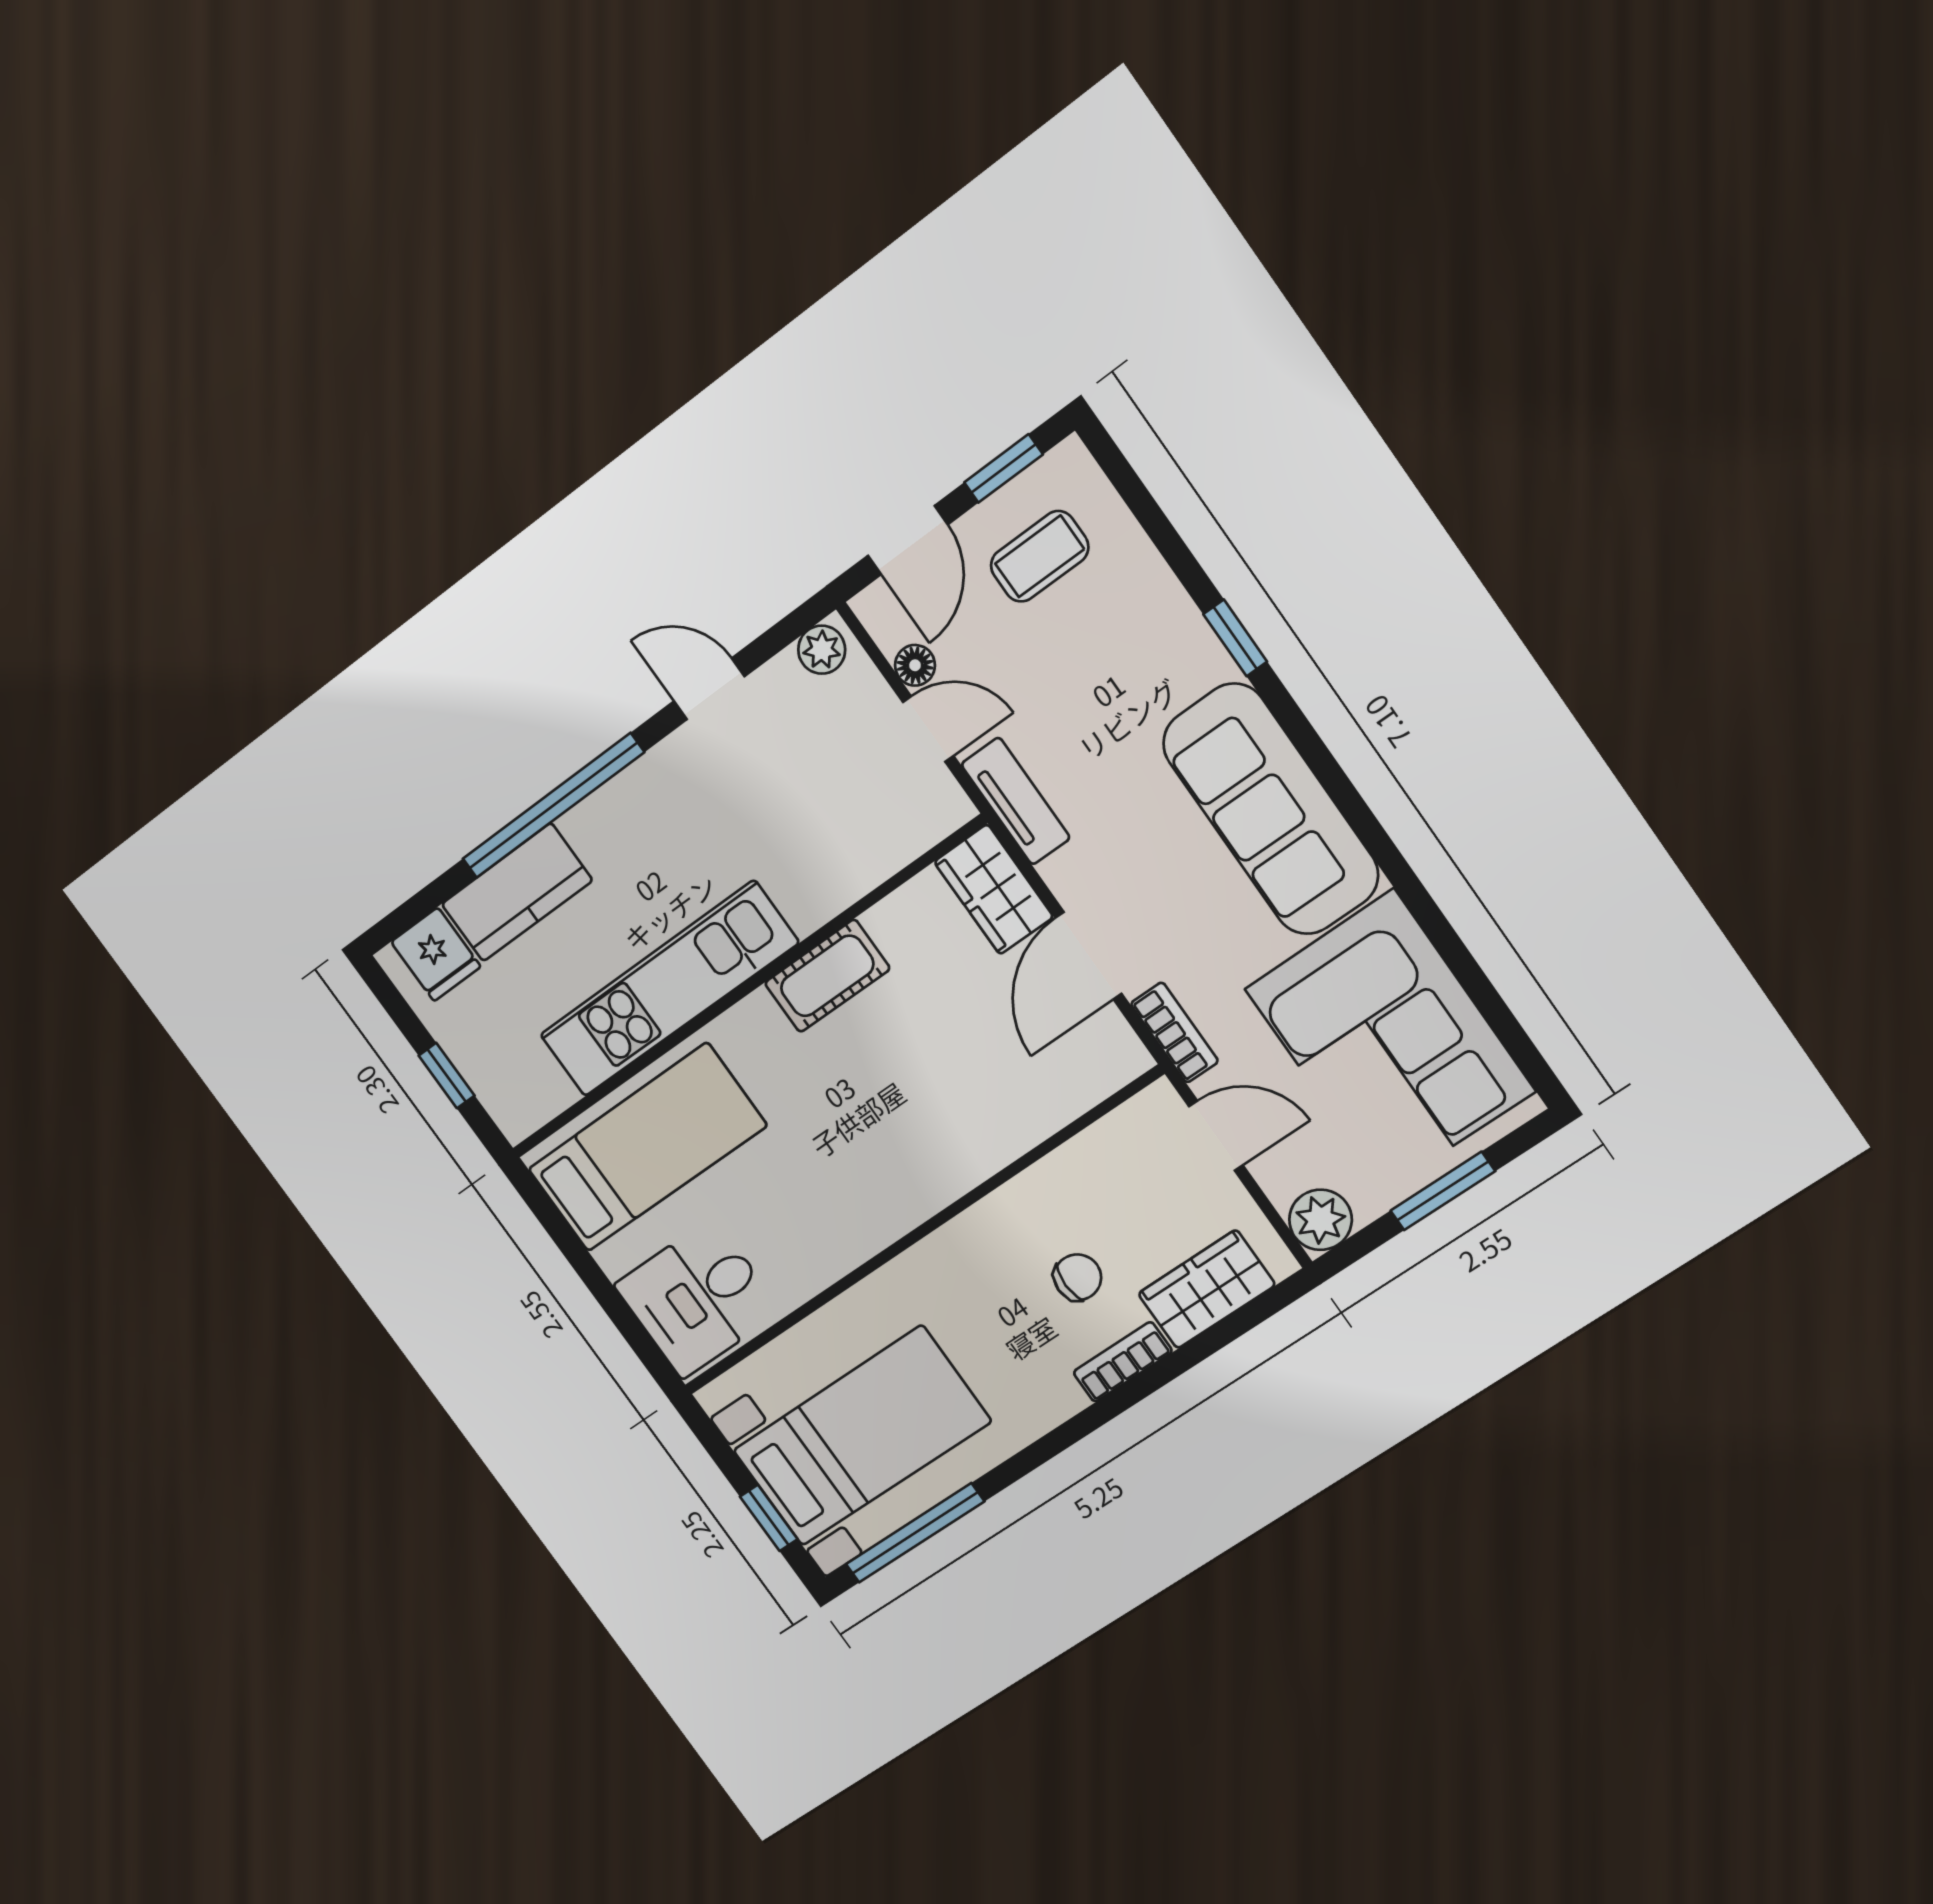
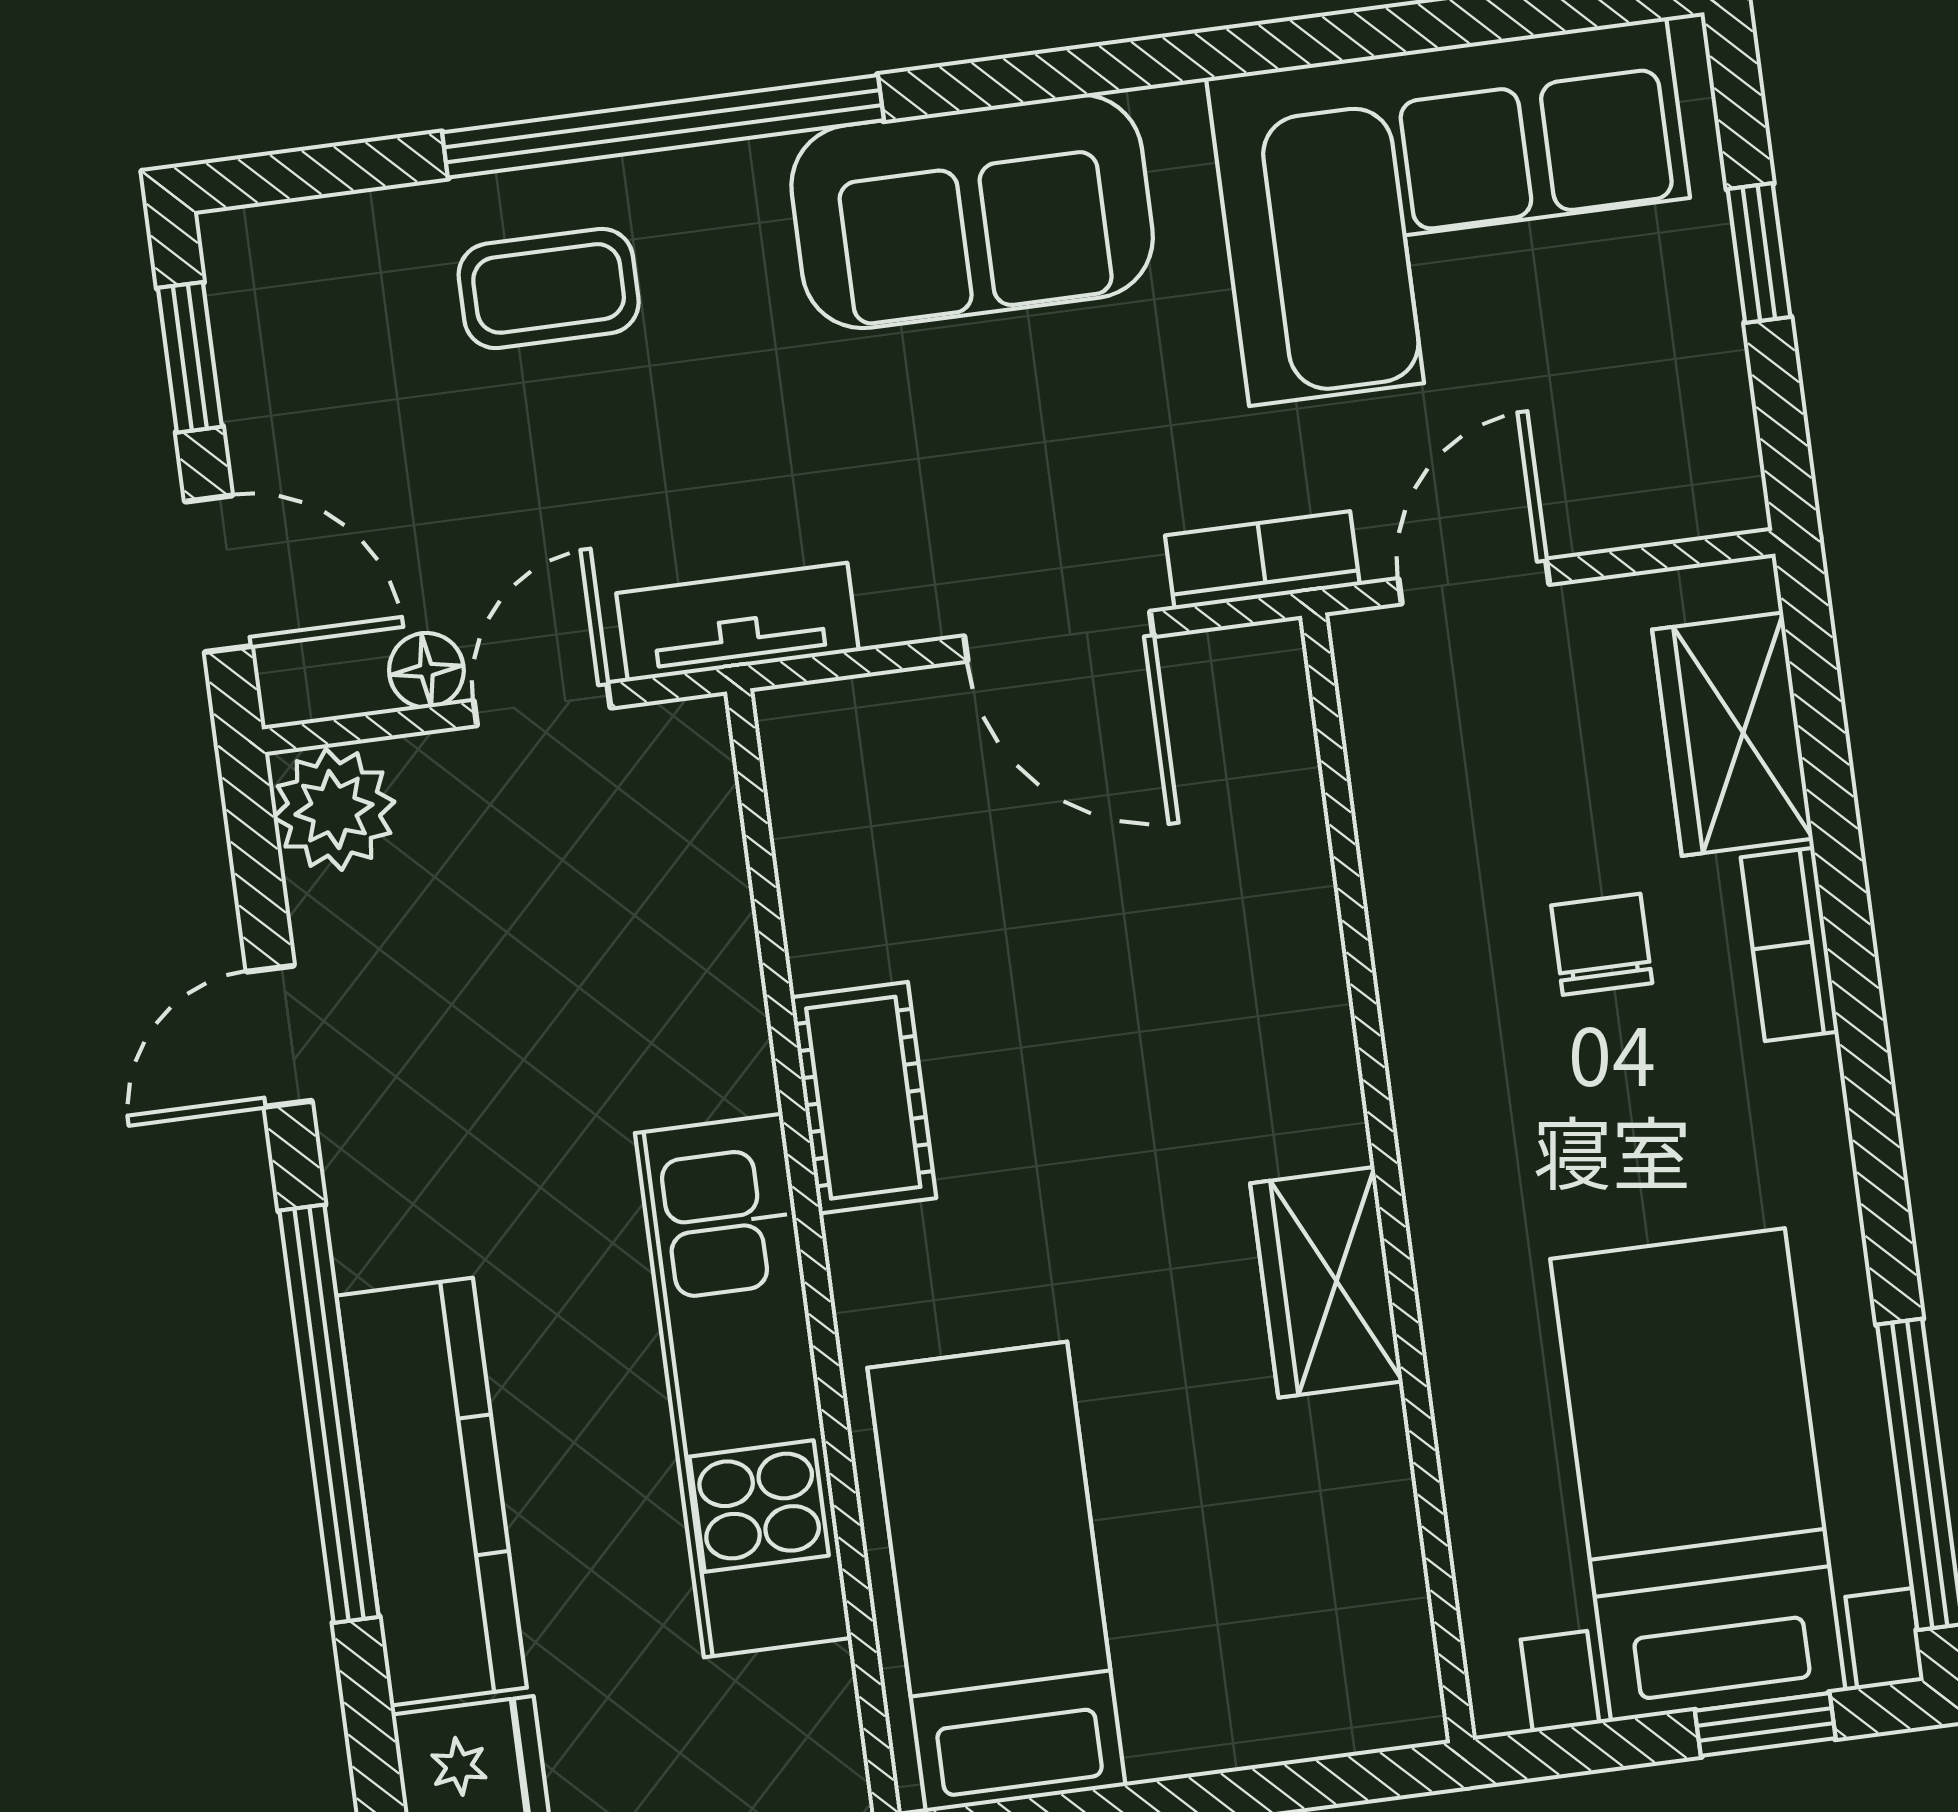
coffee table: (1040, 556) -> (549, 288), moved, turned 90
window: (1235, 638) -> (663, 126), width x3.17
plant: (822, 650) -> (334, 810), width x1.38, depth x1.38
sofa: (1271, 809) -> (972, 211), width x0.73
wardrobe: (994, 889) -> (1327, 1282), moved, turned 90
kitchen counter: (517, 892) -> (432, 1492), width x1.50
window: (1443, 1191) -> (1759, 253), width x0.67
plant: (1320, 1220) -> (1707, 480), removed
desk: (698, 1298) -> (1307, 1634), removed

